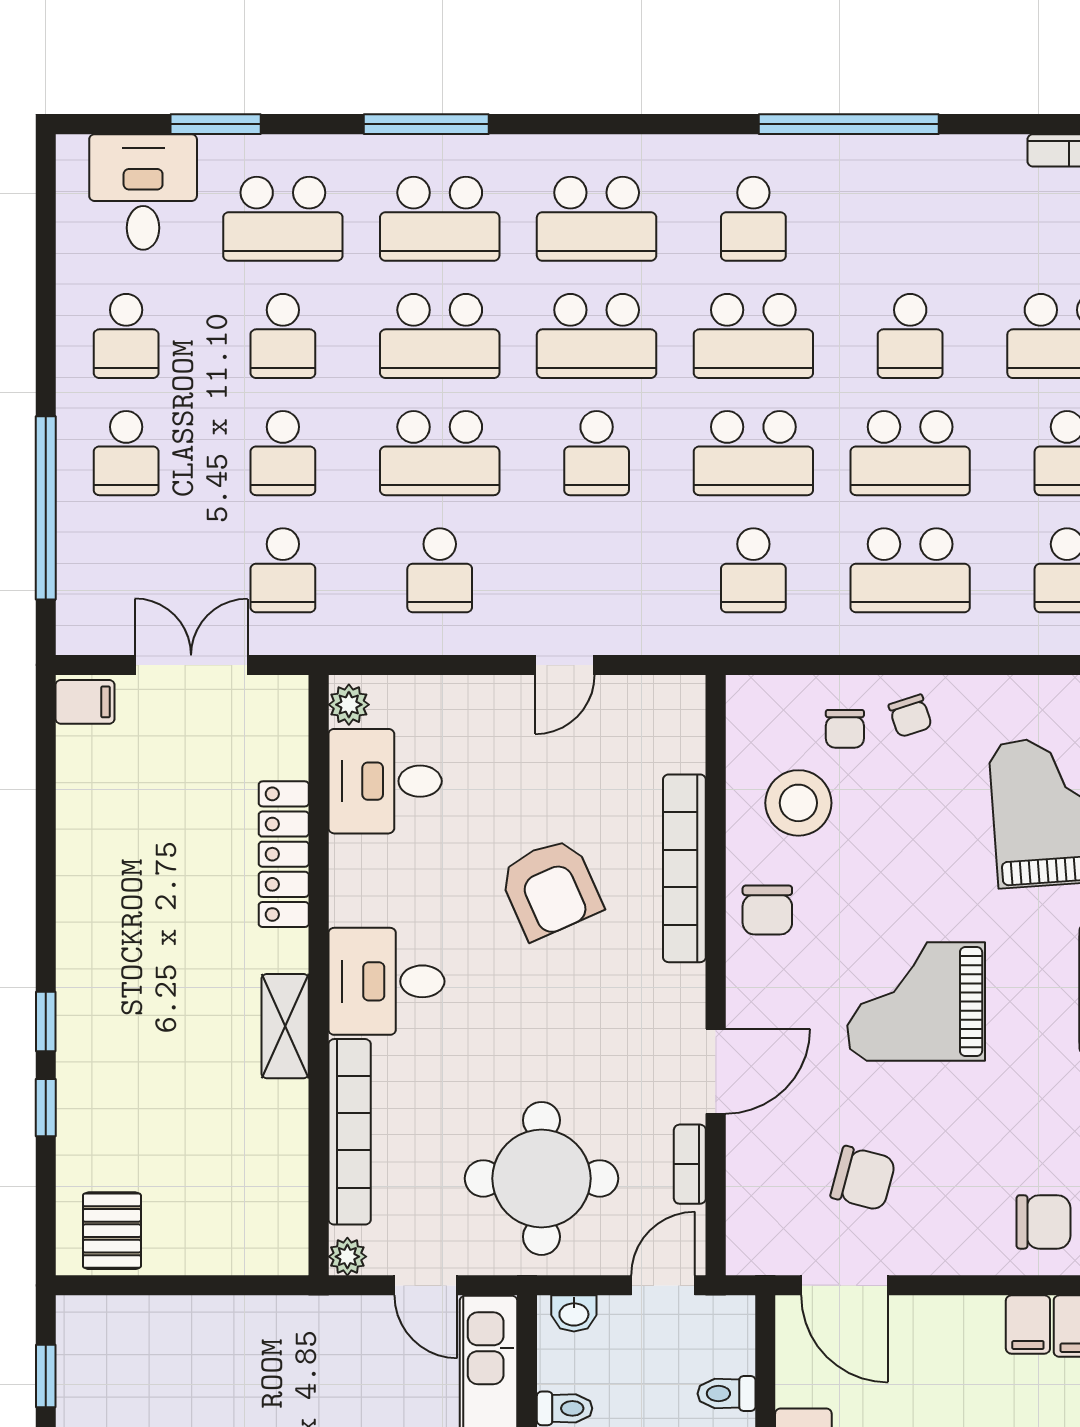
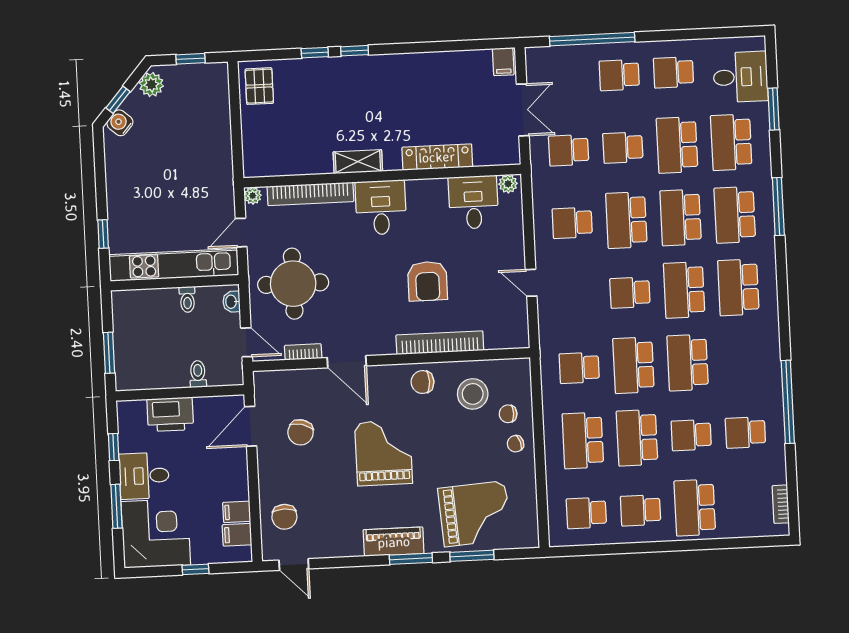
school desk: (753, 219) -> (745, 432), moved
school desk: (283, 336) -> (677, 145), width x1.85
armchair: (550, 889) -> (427, 281), turned -66
pallet: (112, 1231) -> (259, 86), turned 90

